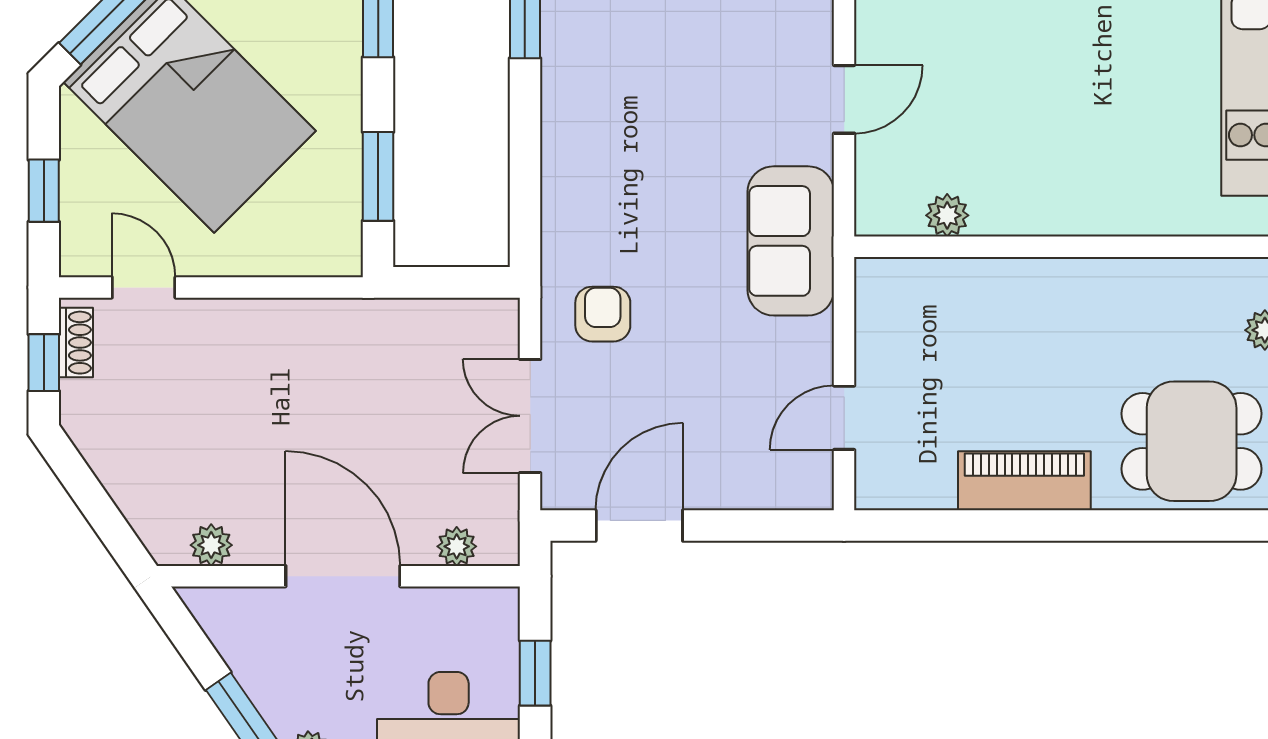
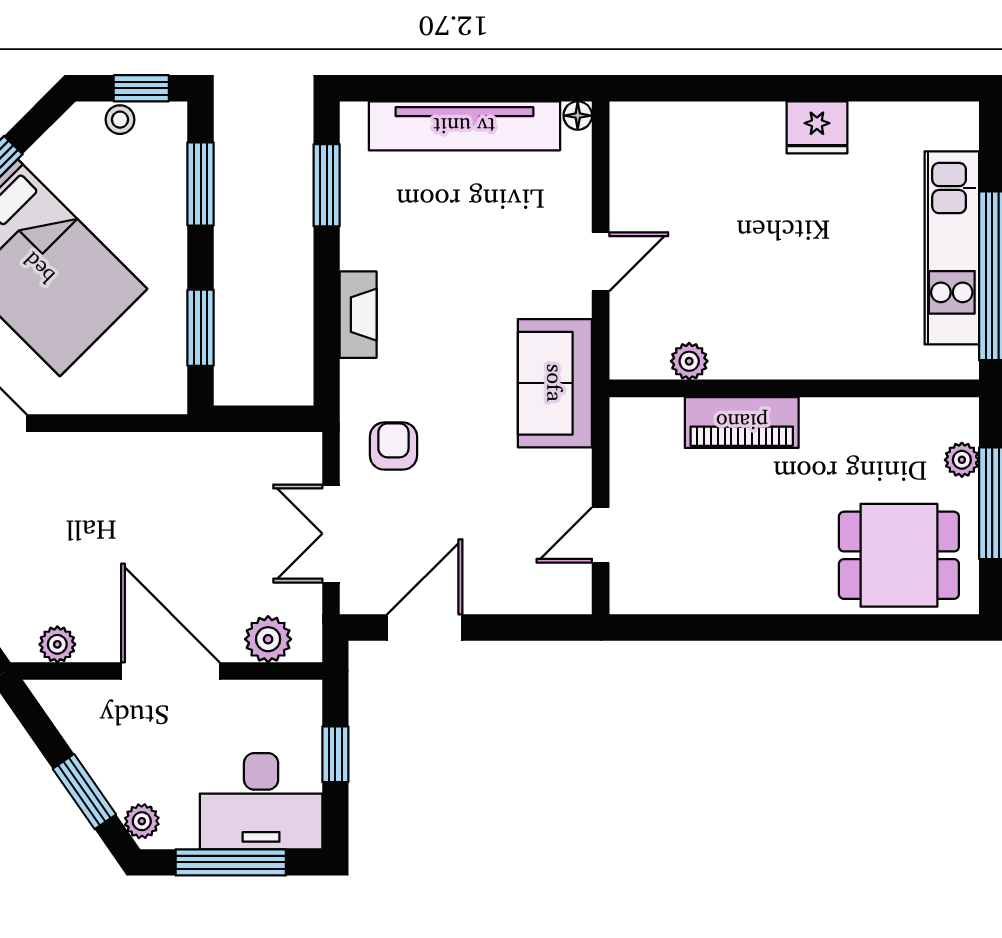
fireplace: (562, 161) -> (358, 315), added
piano: (1024, 481) -> (742, 422), moved, turned 180
plant: (457, 546) -> (268, 639), width x1.38, depth x1.38

